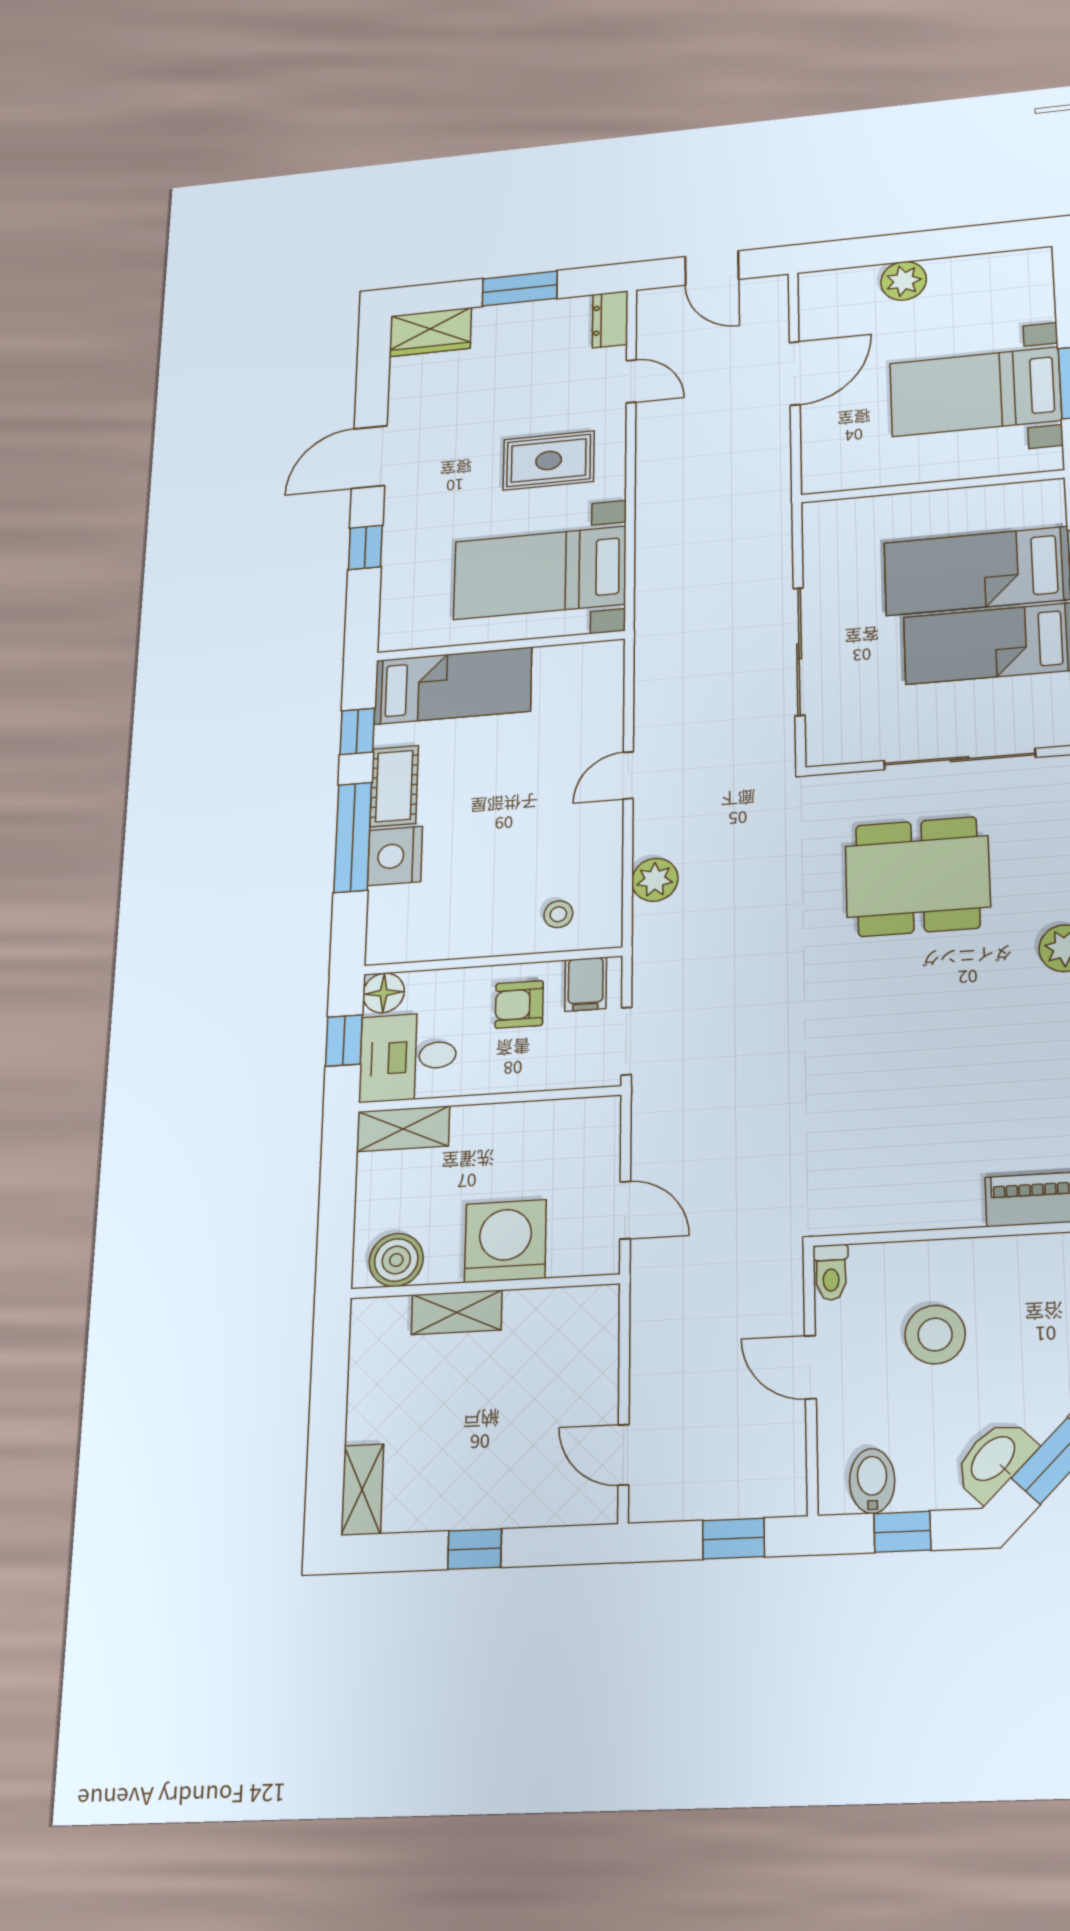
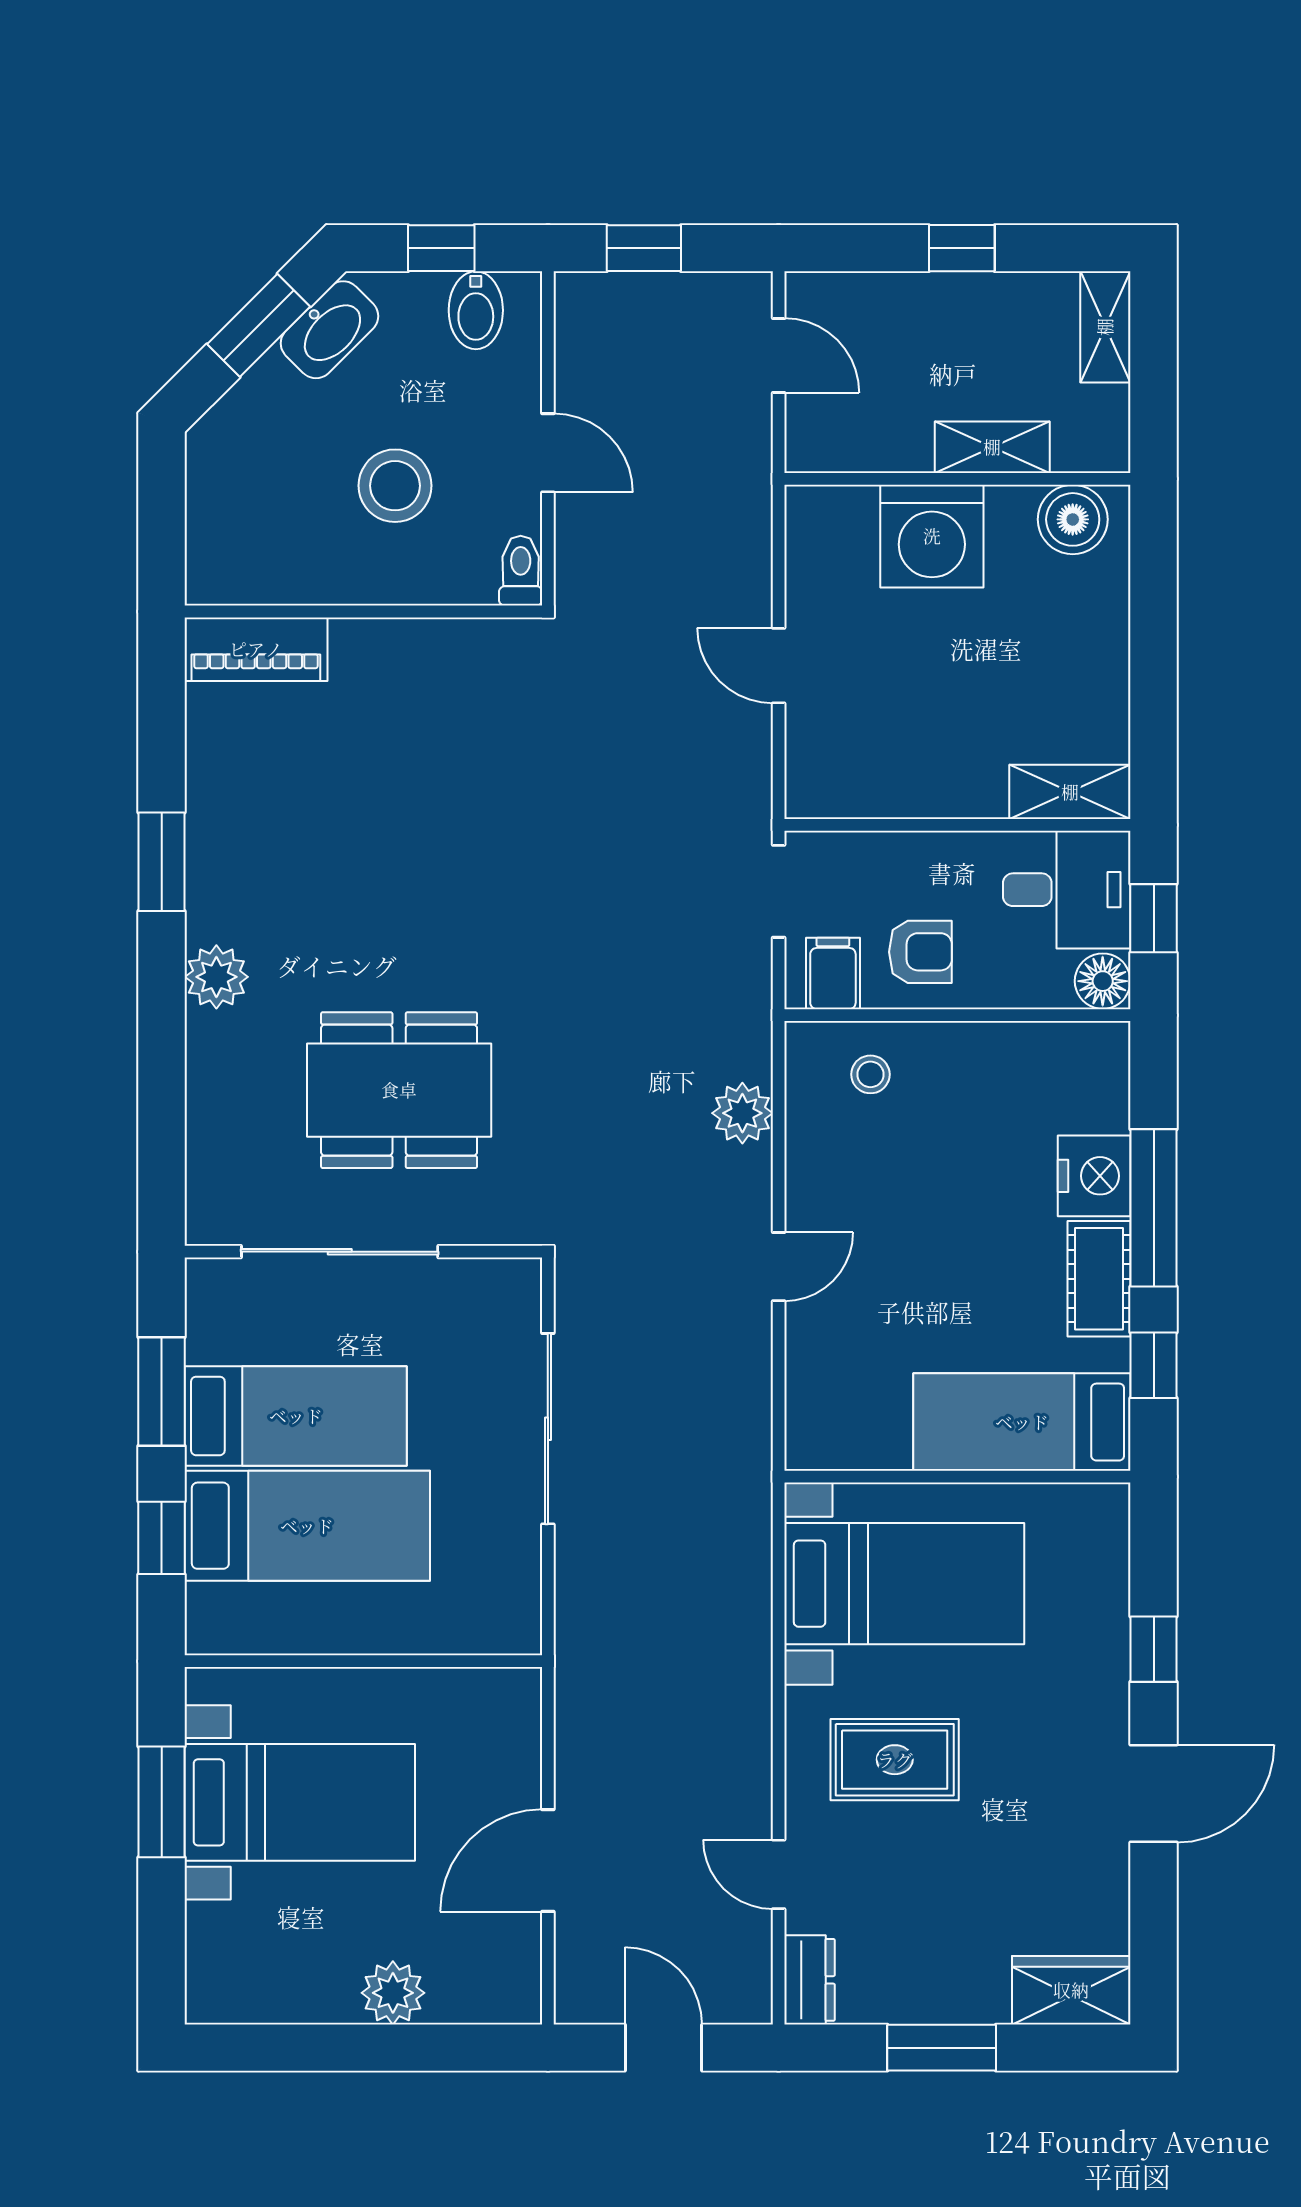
washing machine: (505, 1241) -> (932, 536), moved
boiler: (396, 1260) -> (1073, 519), moved
wall: (484, 1286) -> (957, 479), moved
shelving: (457, 1312) -> (992, 447), moved

